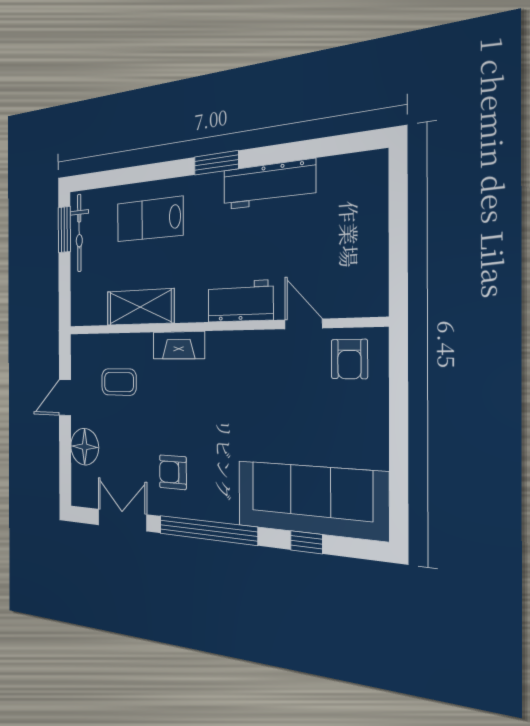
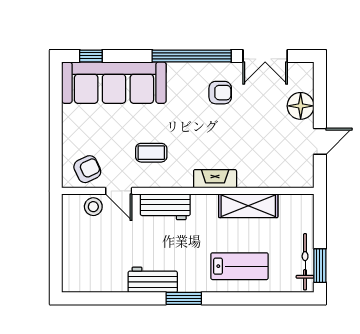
workbench: (269, 185) -> (153, 280), width x0.73
stool: (340, 297) -> (93, 207), added
armchair: (349, 359) -> (87, 169), turned 65
coffee table: (119, 382) -> (151, 153), moved
window: (306, 542) -> (91, 56), moved

